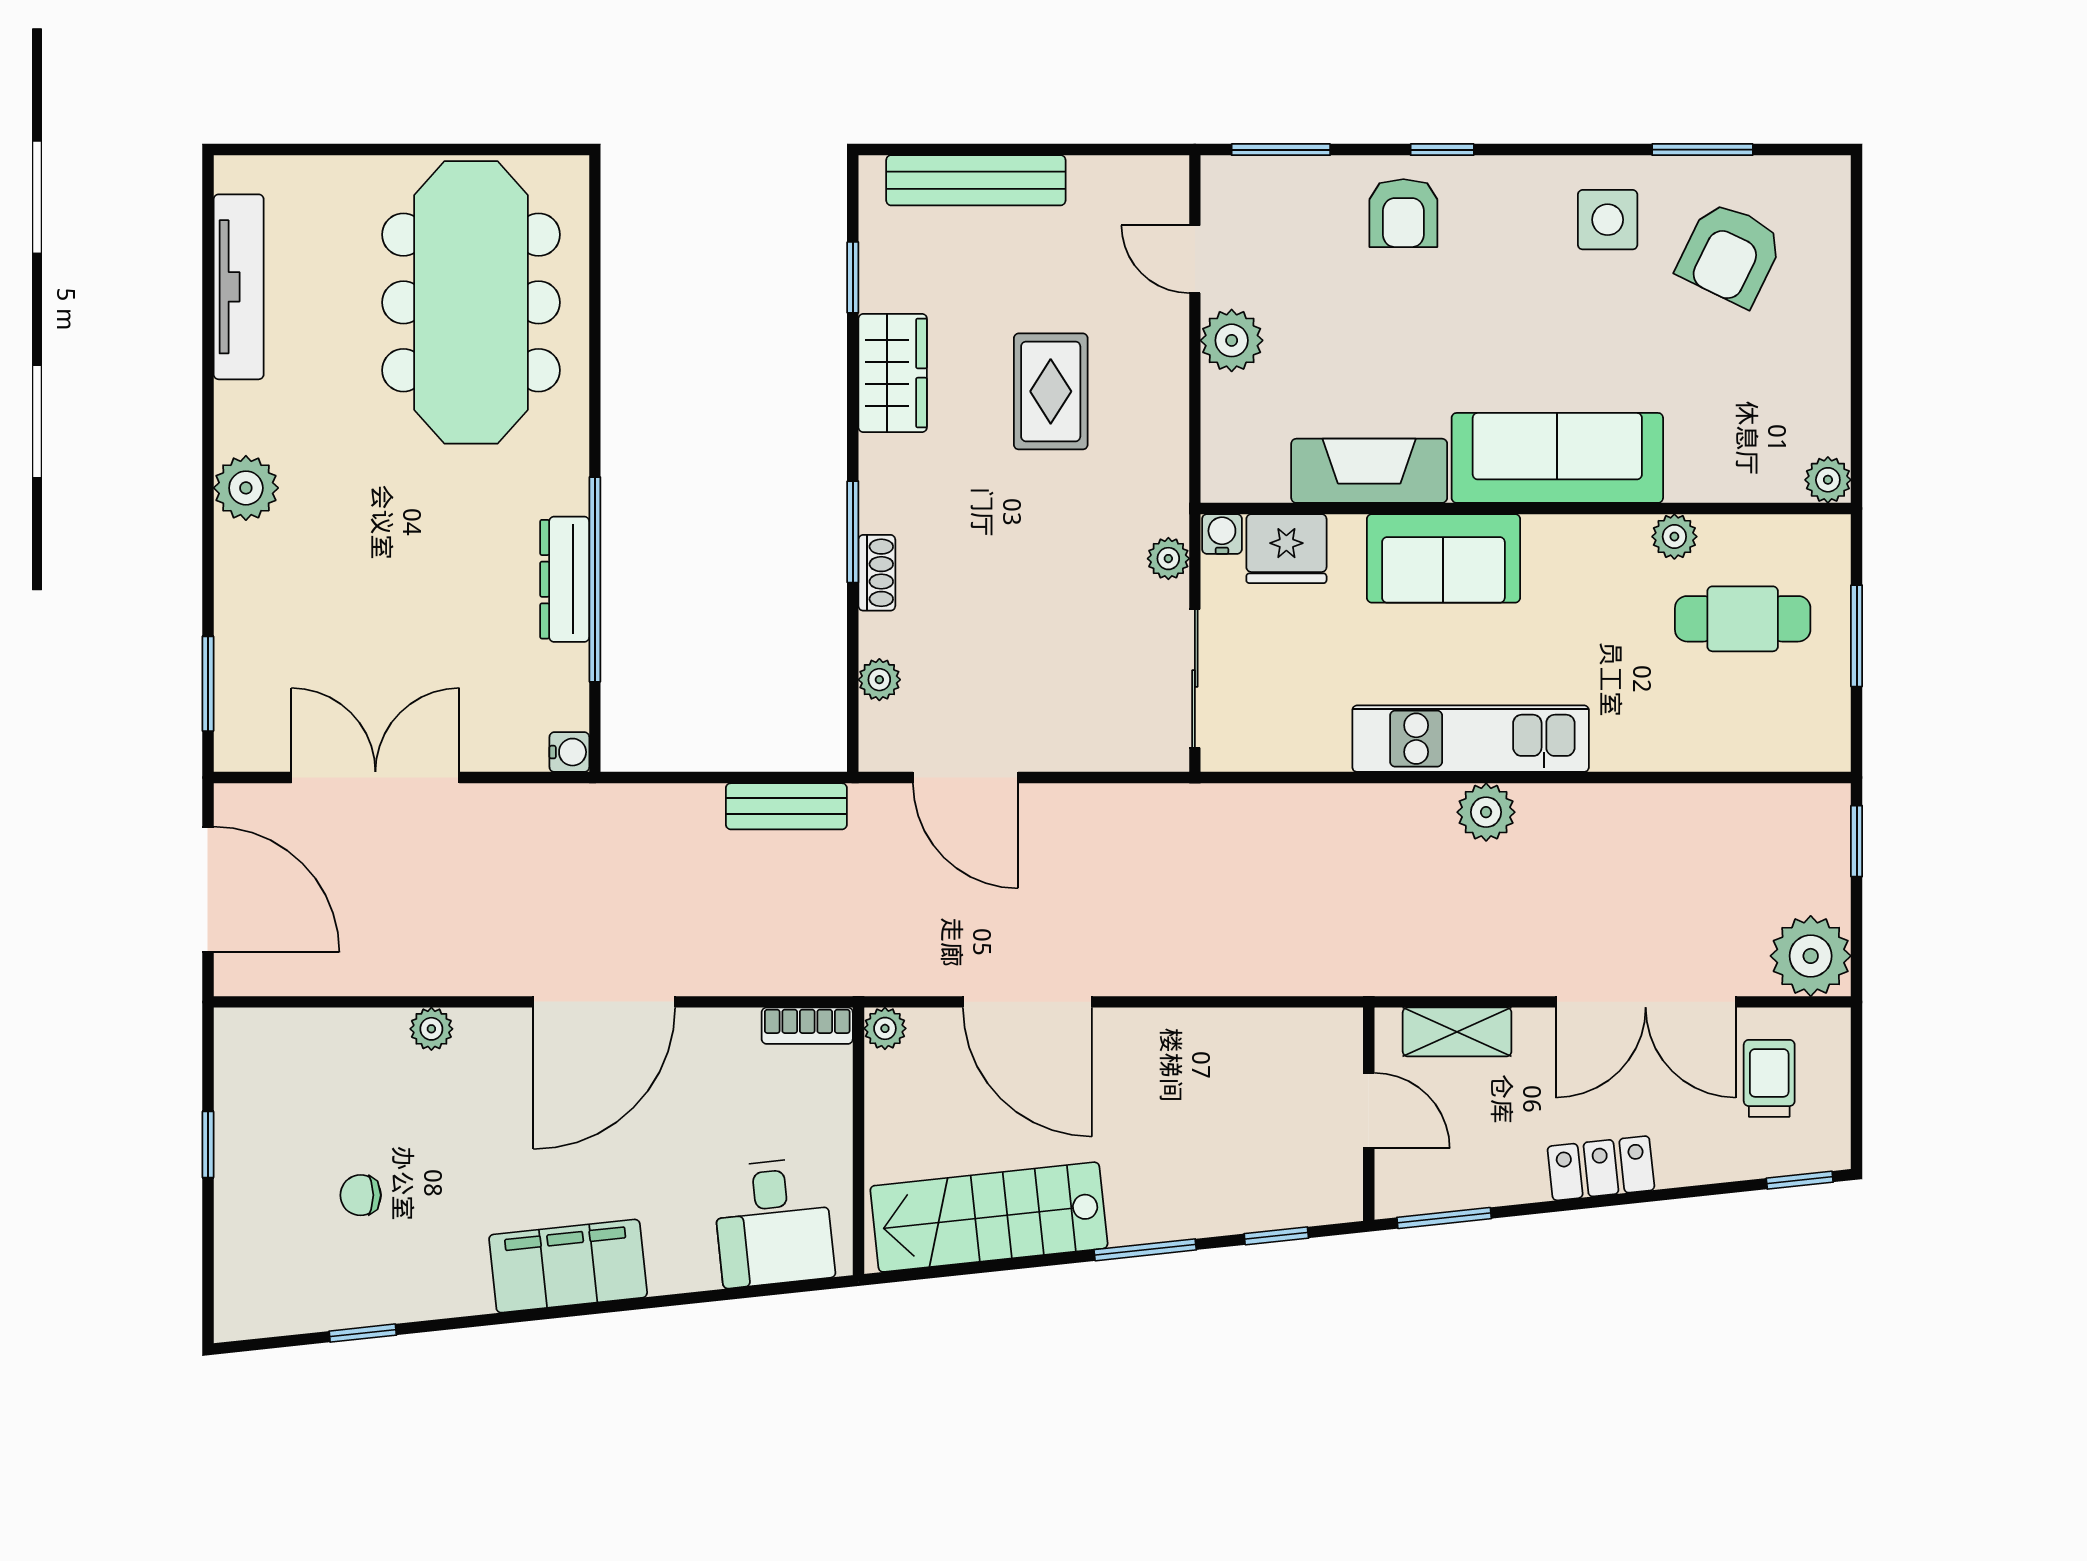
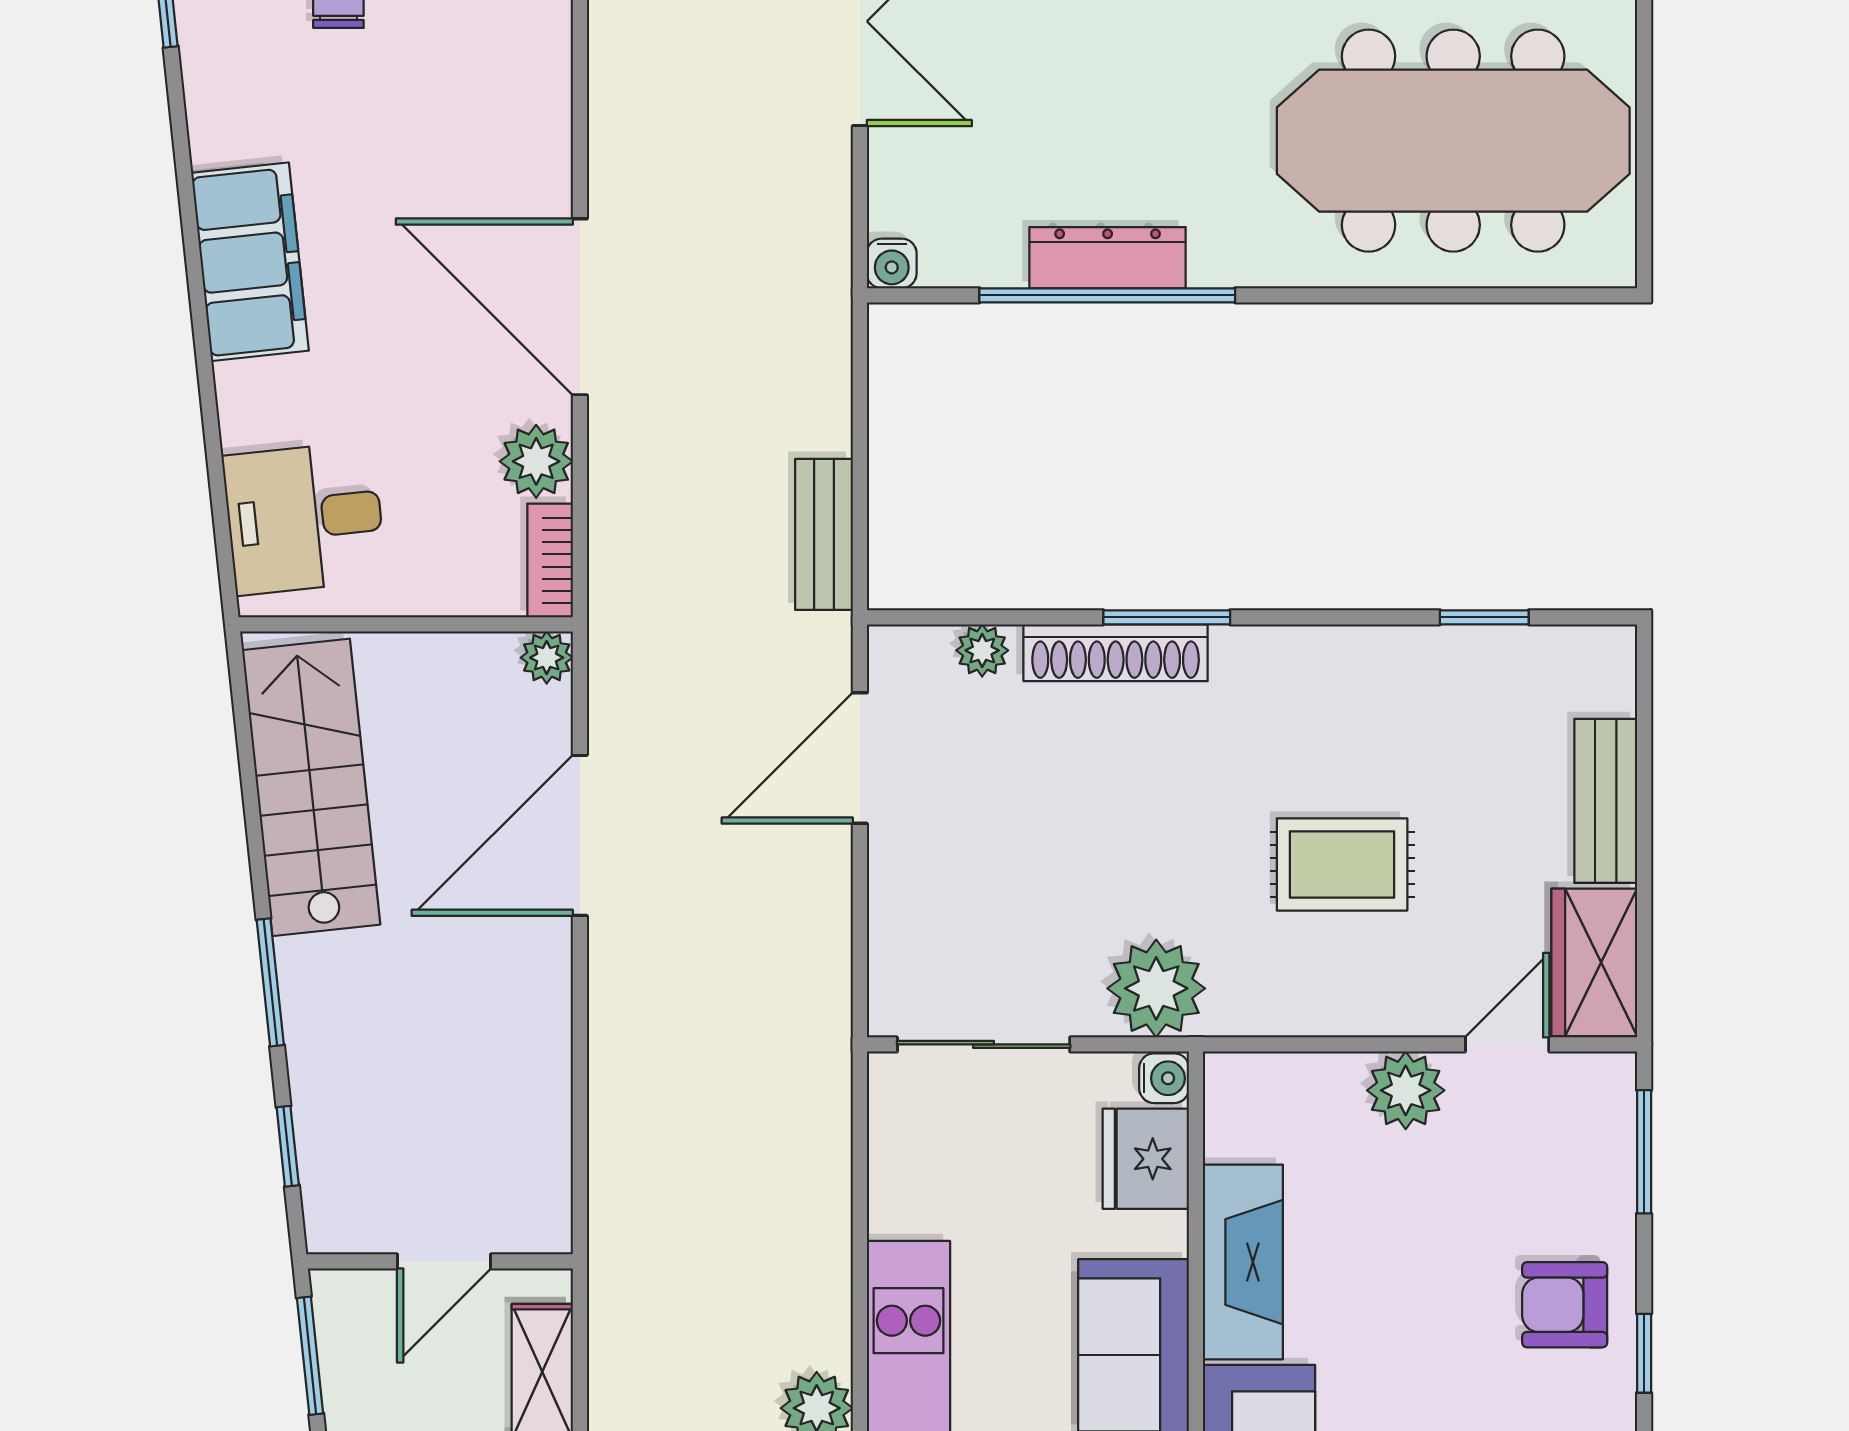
bench: (976, 180) -> (1606, 801), width x0.73
wardrobe: (893, 373) -> (1594, 962), moved, turned 90
plant: (1168, 559) -> (1156, 988), width x1.88, depth x1.88
shoe rack: (877, 573) -> (1116, 653), width x1.94, depth x1.24
plant: (431, 1029) -> (536, 461), moved, width x1.38, depth x1.38

